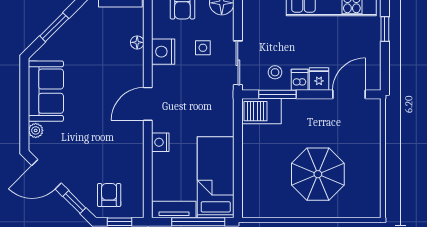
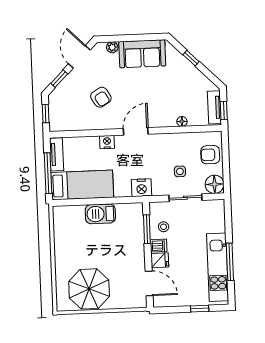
window: (54, 27) -> (191, 58), width x0.67
nightstand: (163, 52) -> (141, 188), moved, turned 180
sliding door: (238, 63) -> (185, 198), moved
door: (148, 104) -> (136, 131), hinge flipped
barbecue: (261, 111) -> (100, 214), moved, turned -90
parasol: (318, 174) -> (89, 289), moved
armchair: (109, 195) -> (101, 97), moved, turned 59

